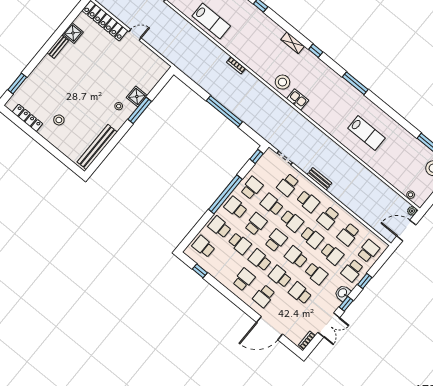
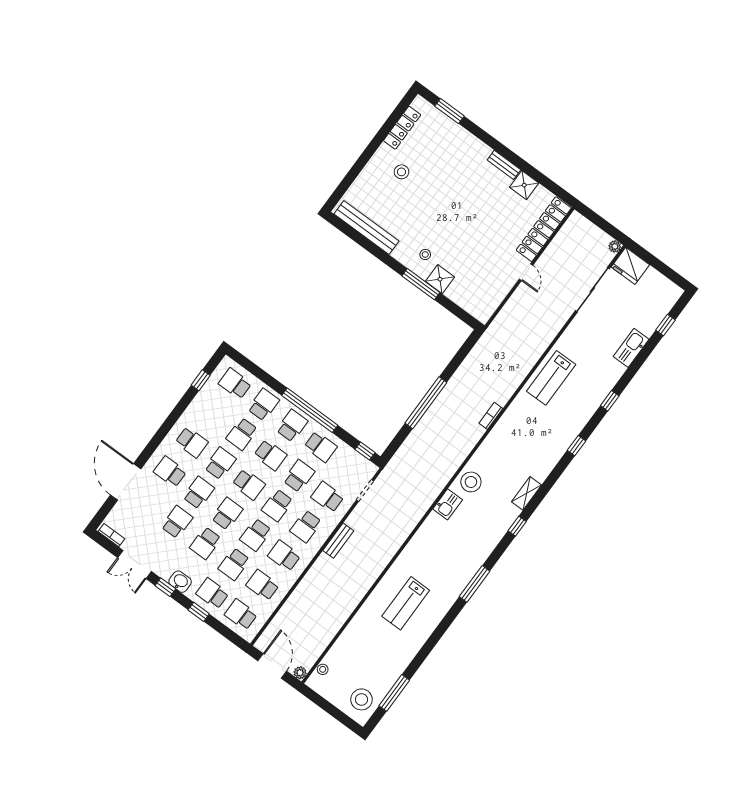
school desk: (204, 247) -> (235, 384), turned -90
school desk: (368, 251) -> (241, 615), turned 180

